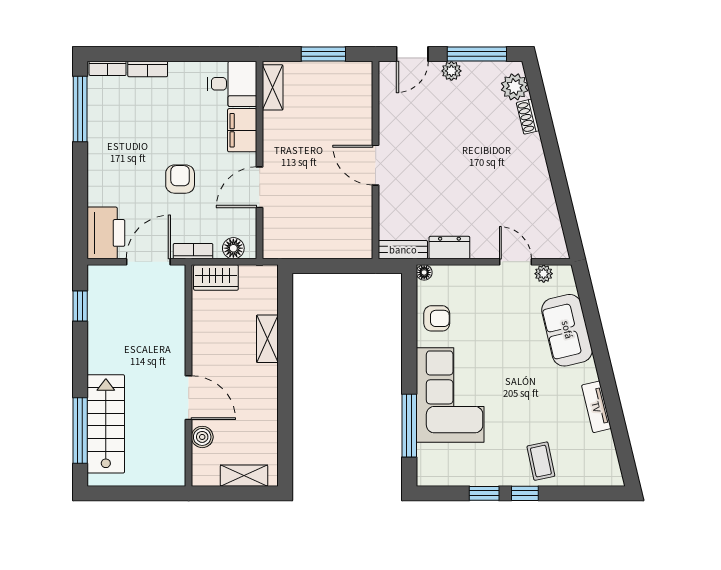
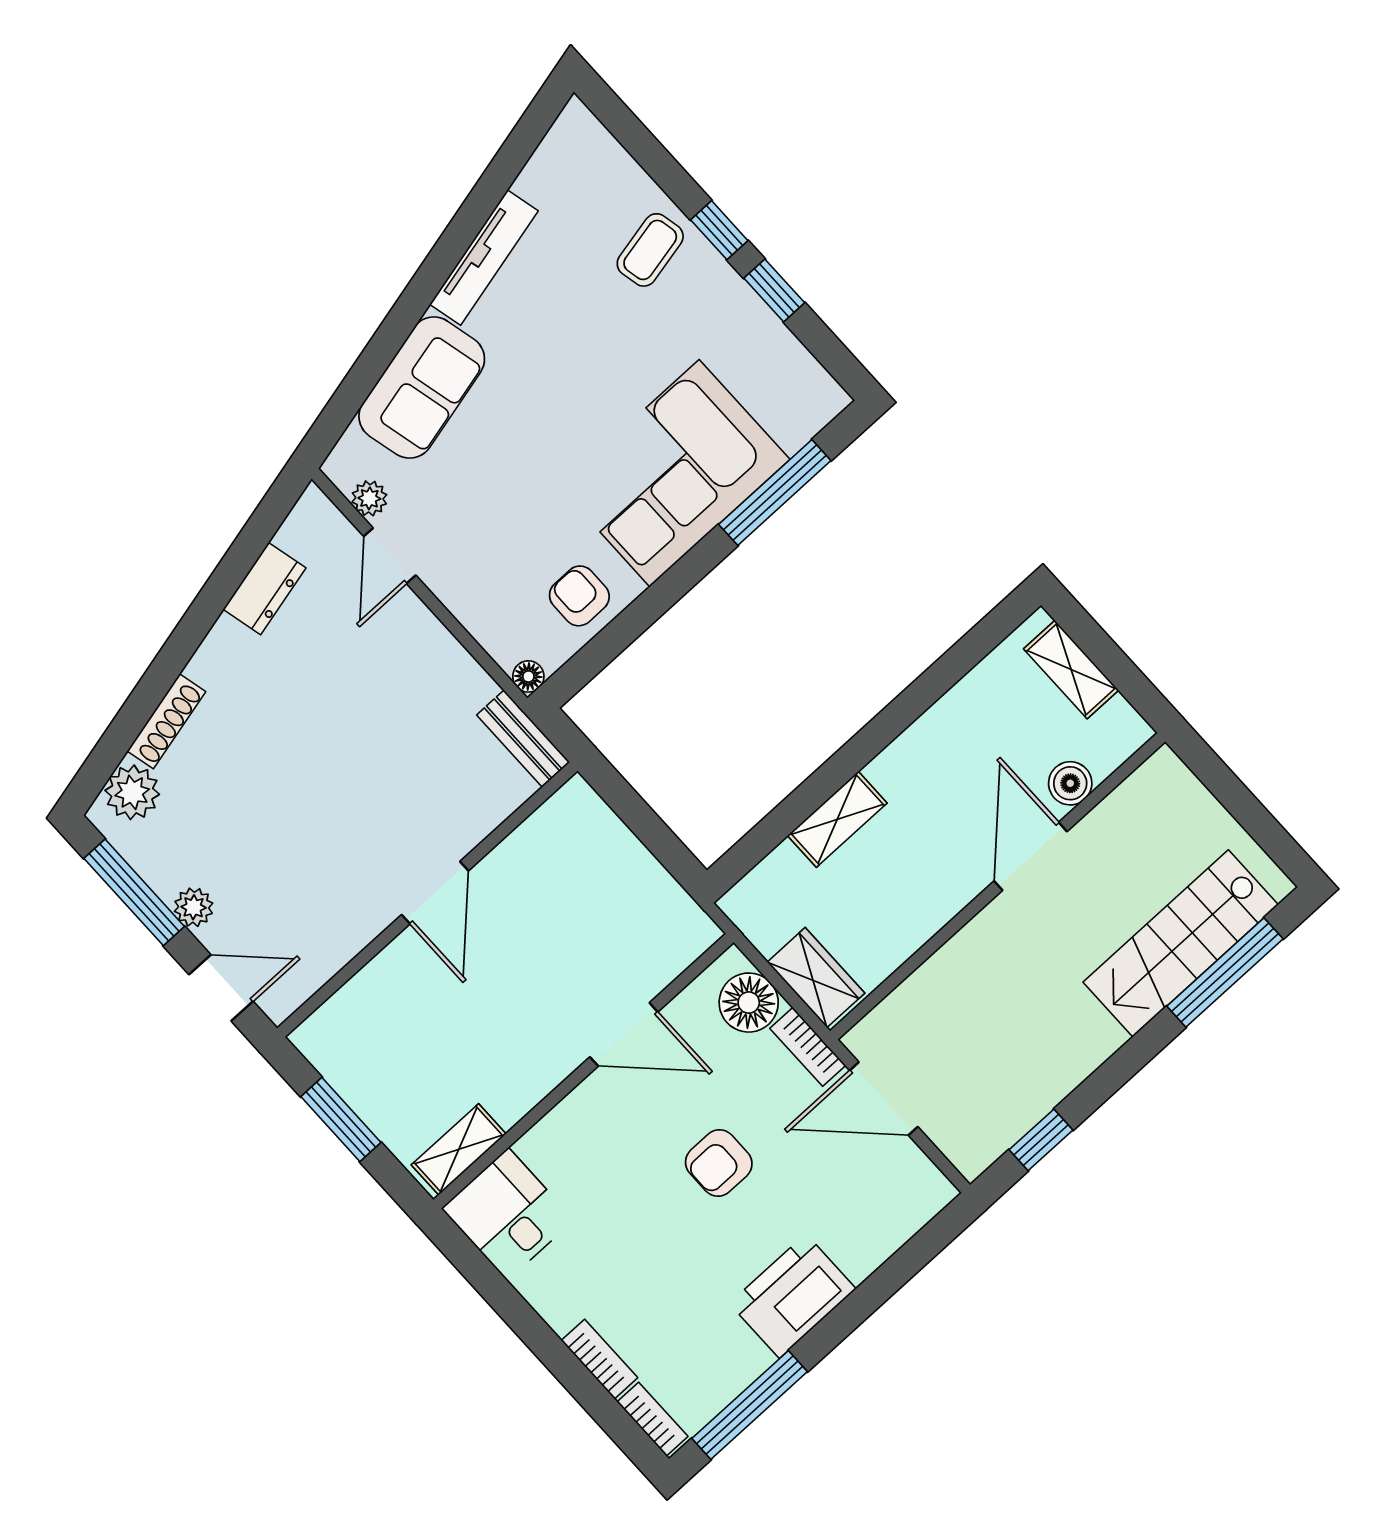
shoe rack: (528, 117) -> (166, 721), width x1.43
filing cabinet: (242, 130) -> (563, 1137), removed
printer: (106, 233) -> (793, 1296), moved
floor lamp: (233, 248) -> (749, 1003), width x1.38, depth x1.38
dresser: (449, 248) -> (265, 589), moved, turned -104
tv unit: (596, 407) -> (484, 258), width x1.41

